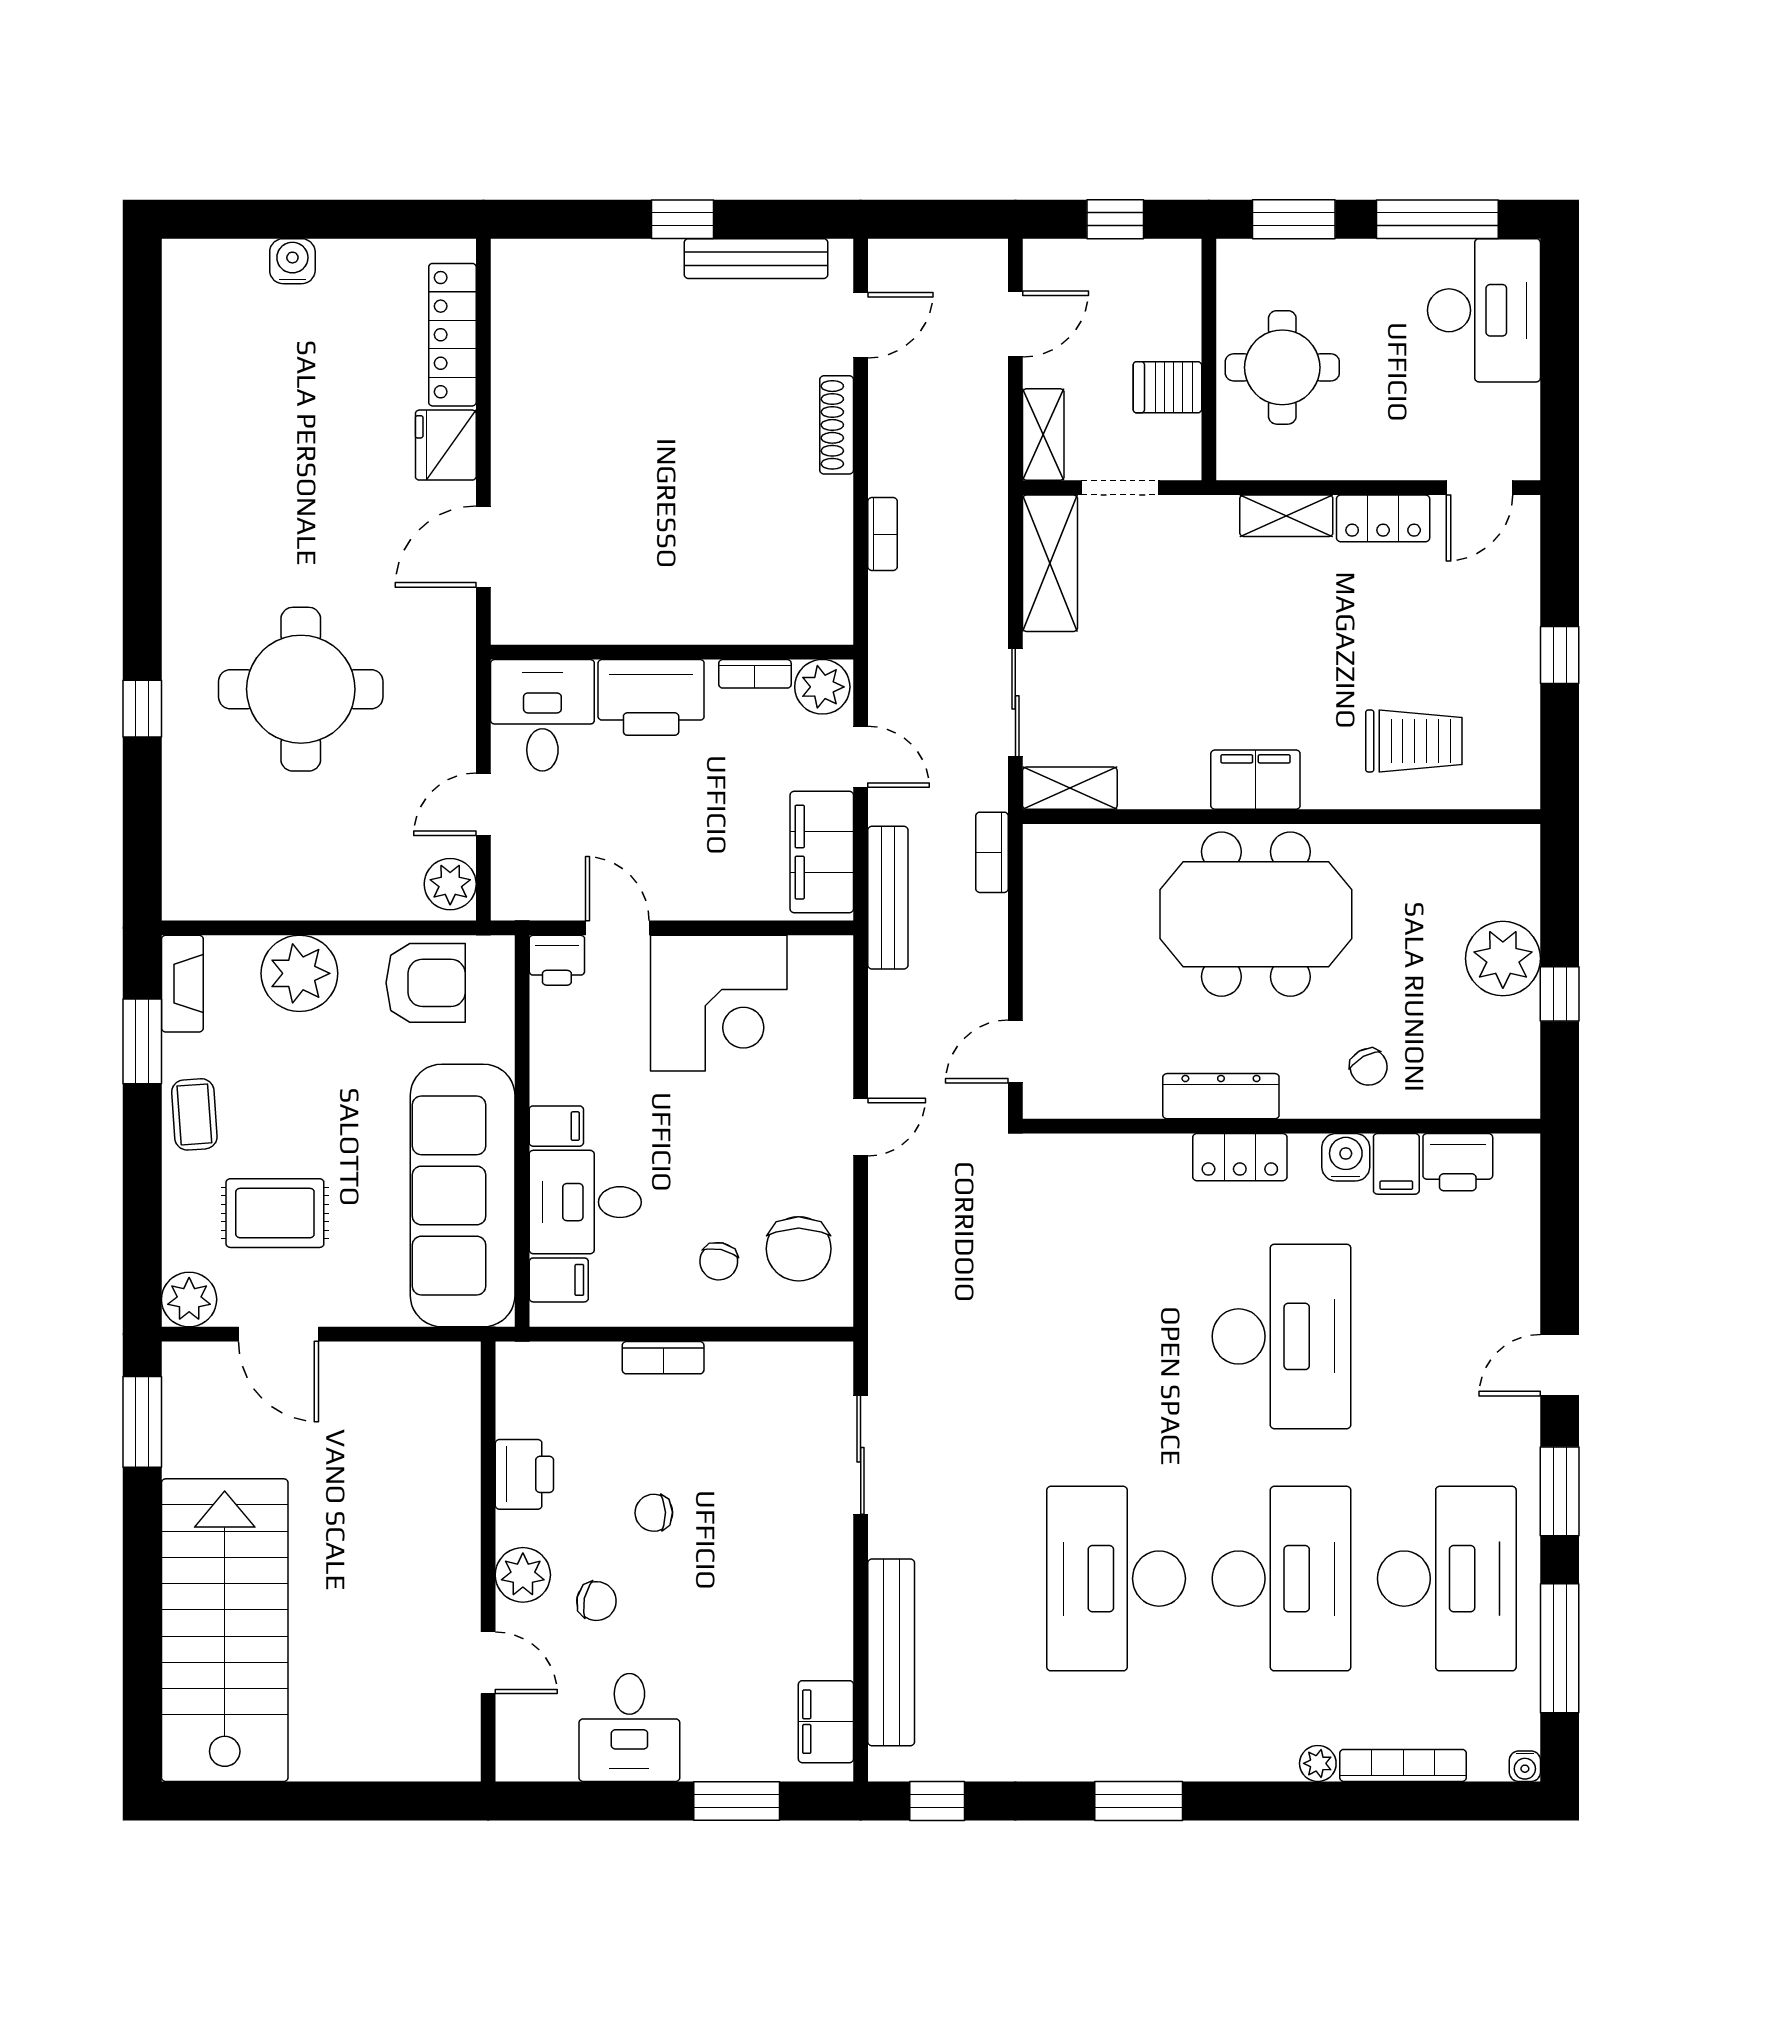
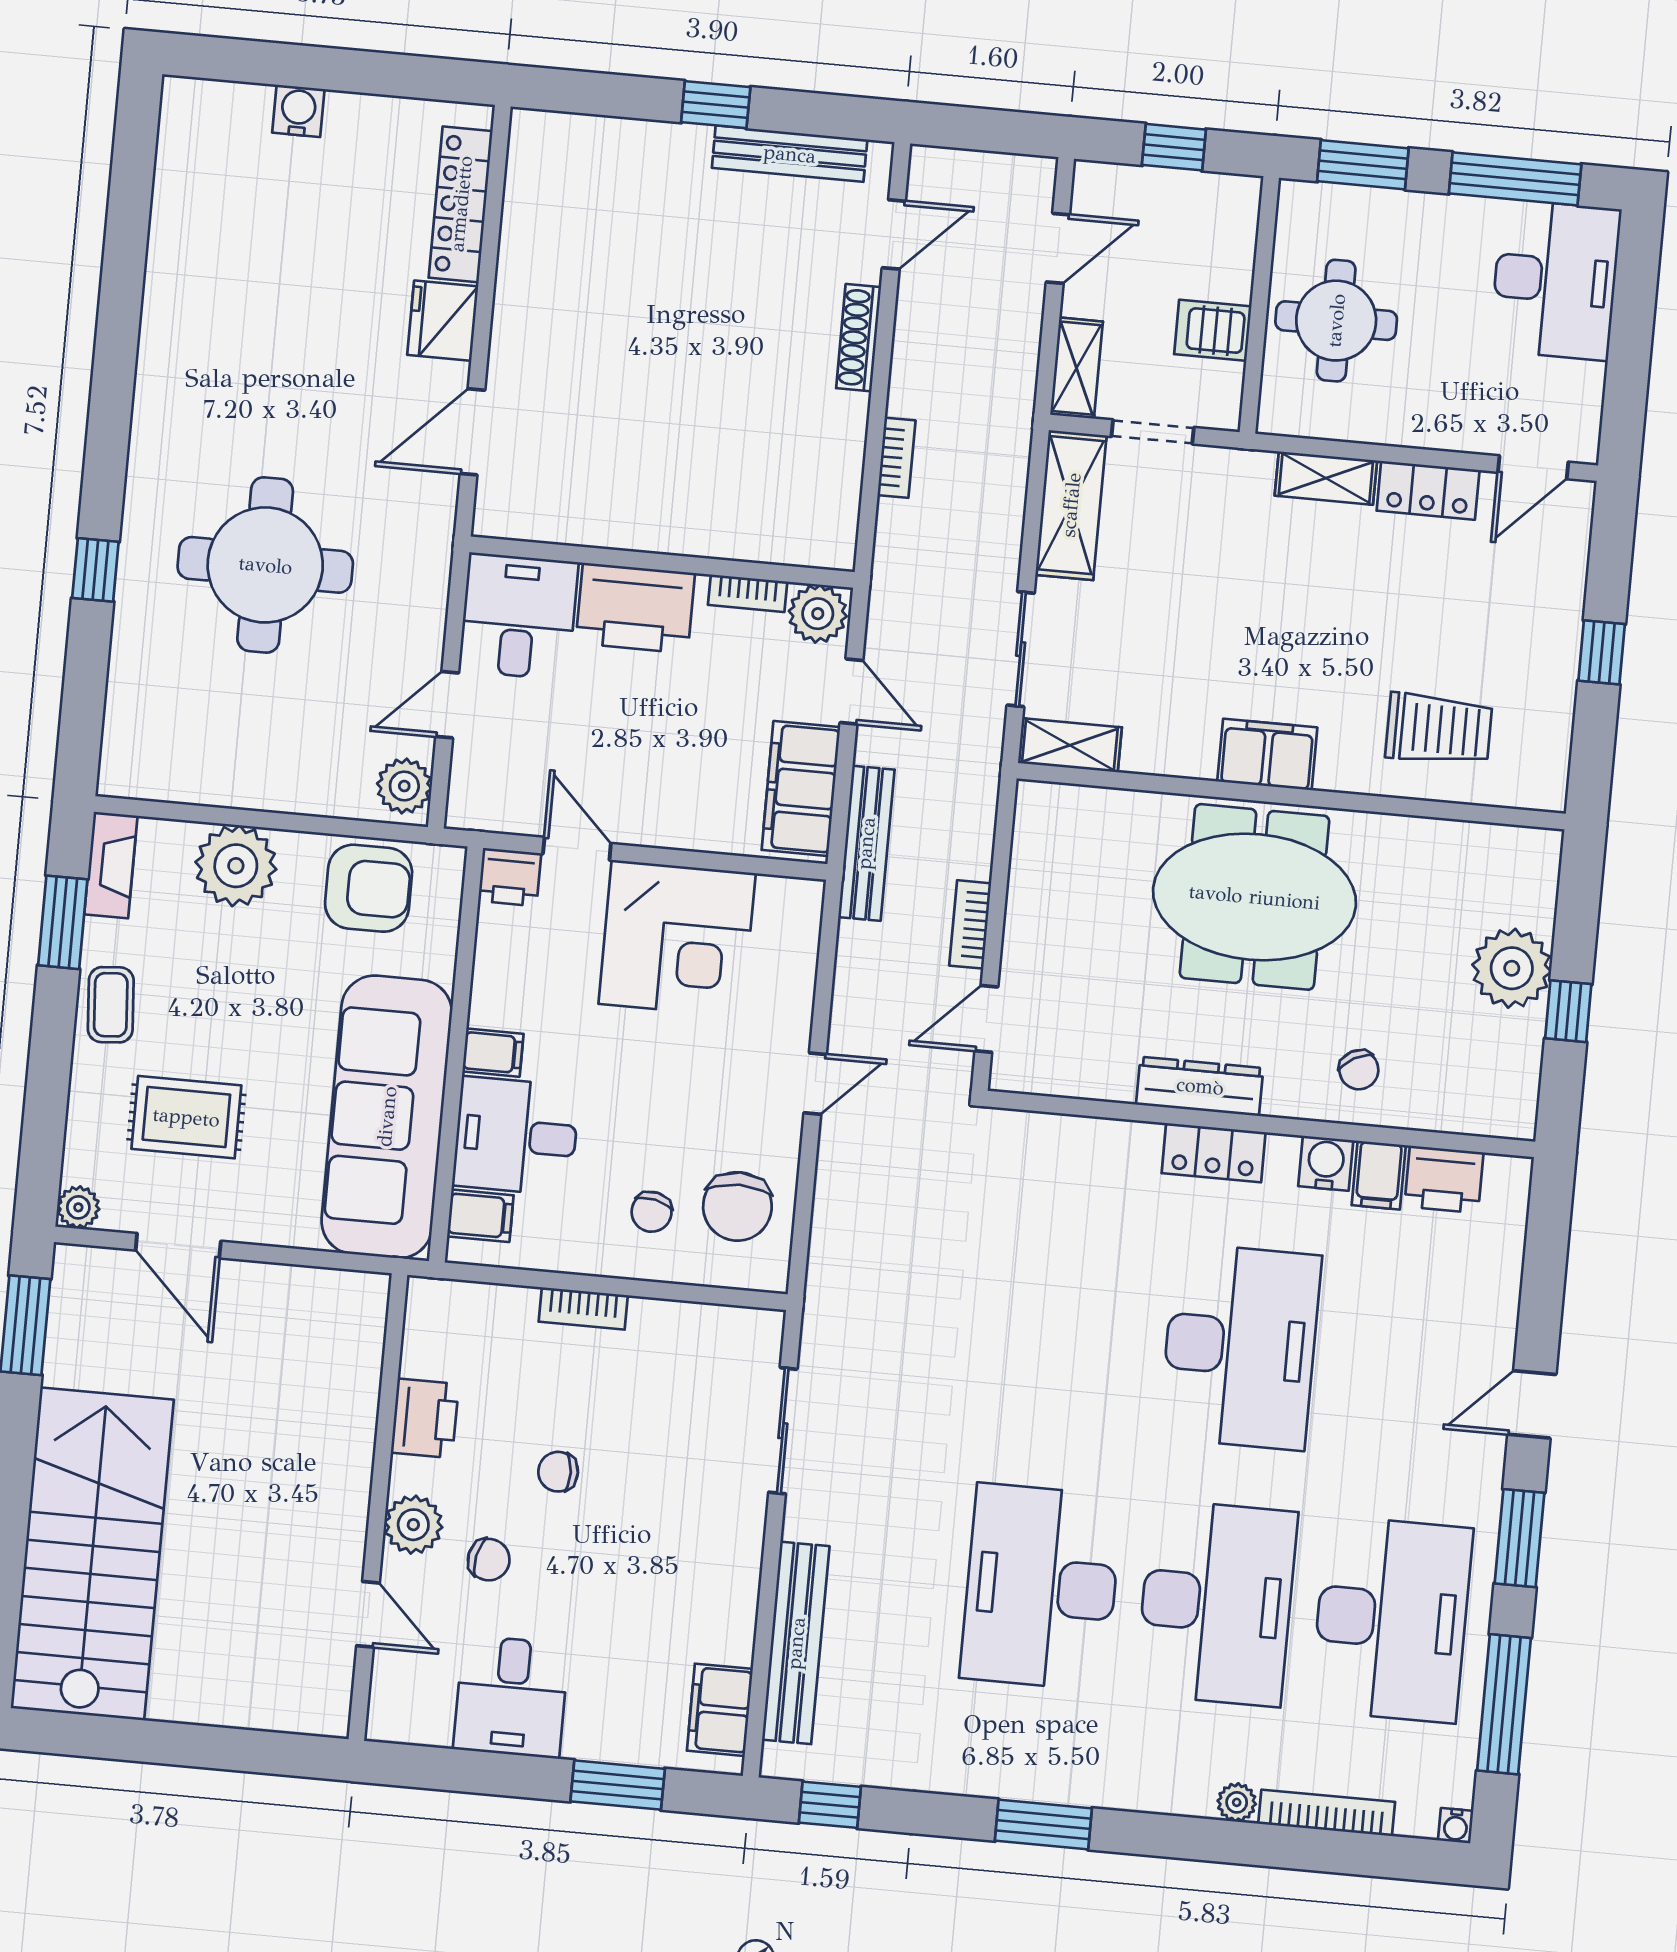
bookcase: (992, 852) -> (970, 924), moved
plant: (189, 1299) -> (78, 1207), width x0.73, depth x0.73

